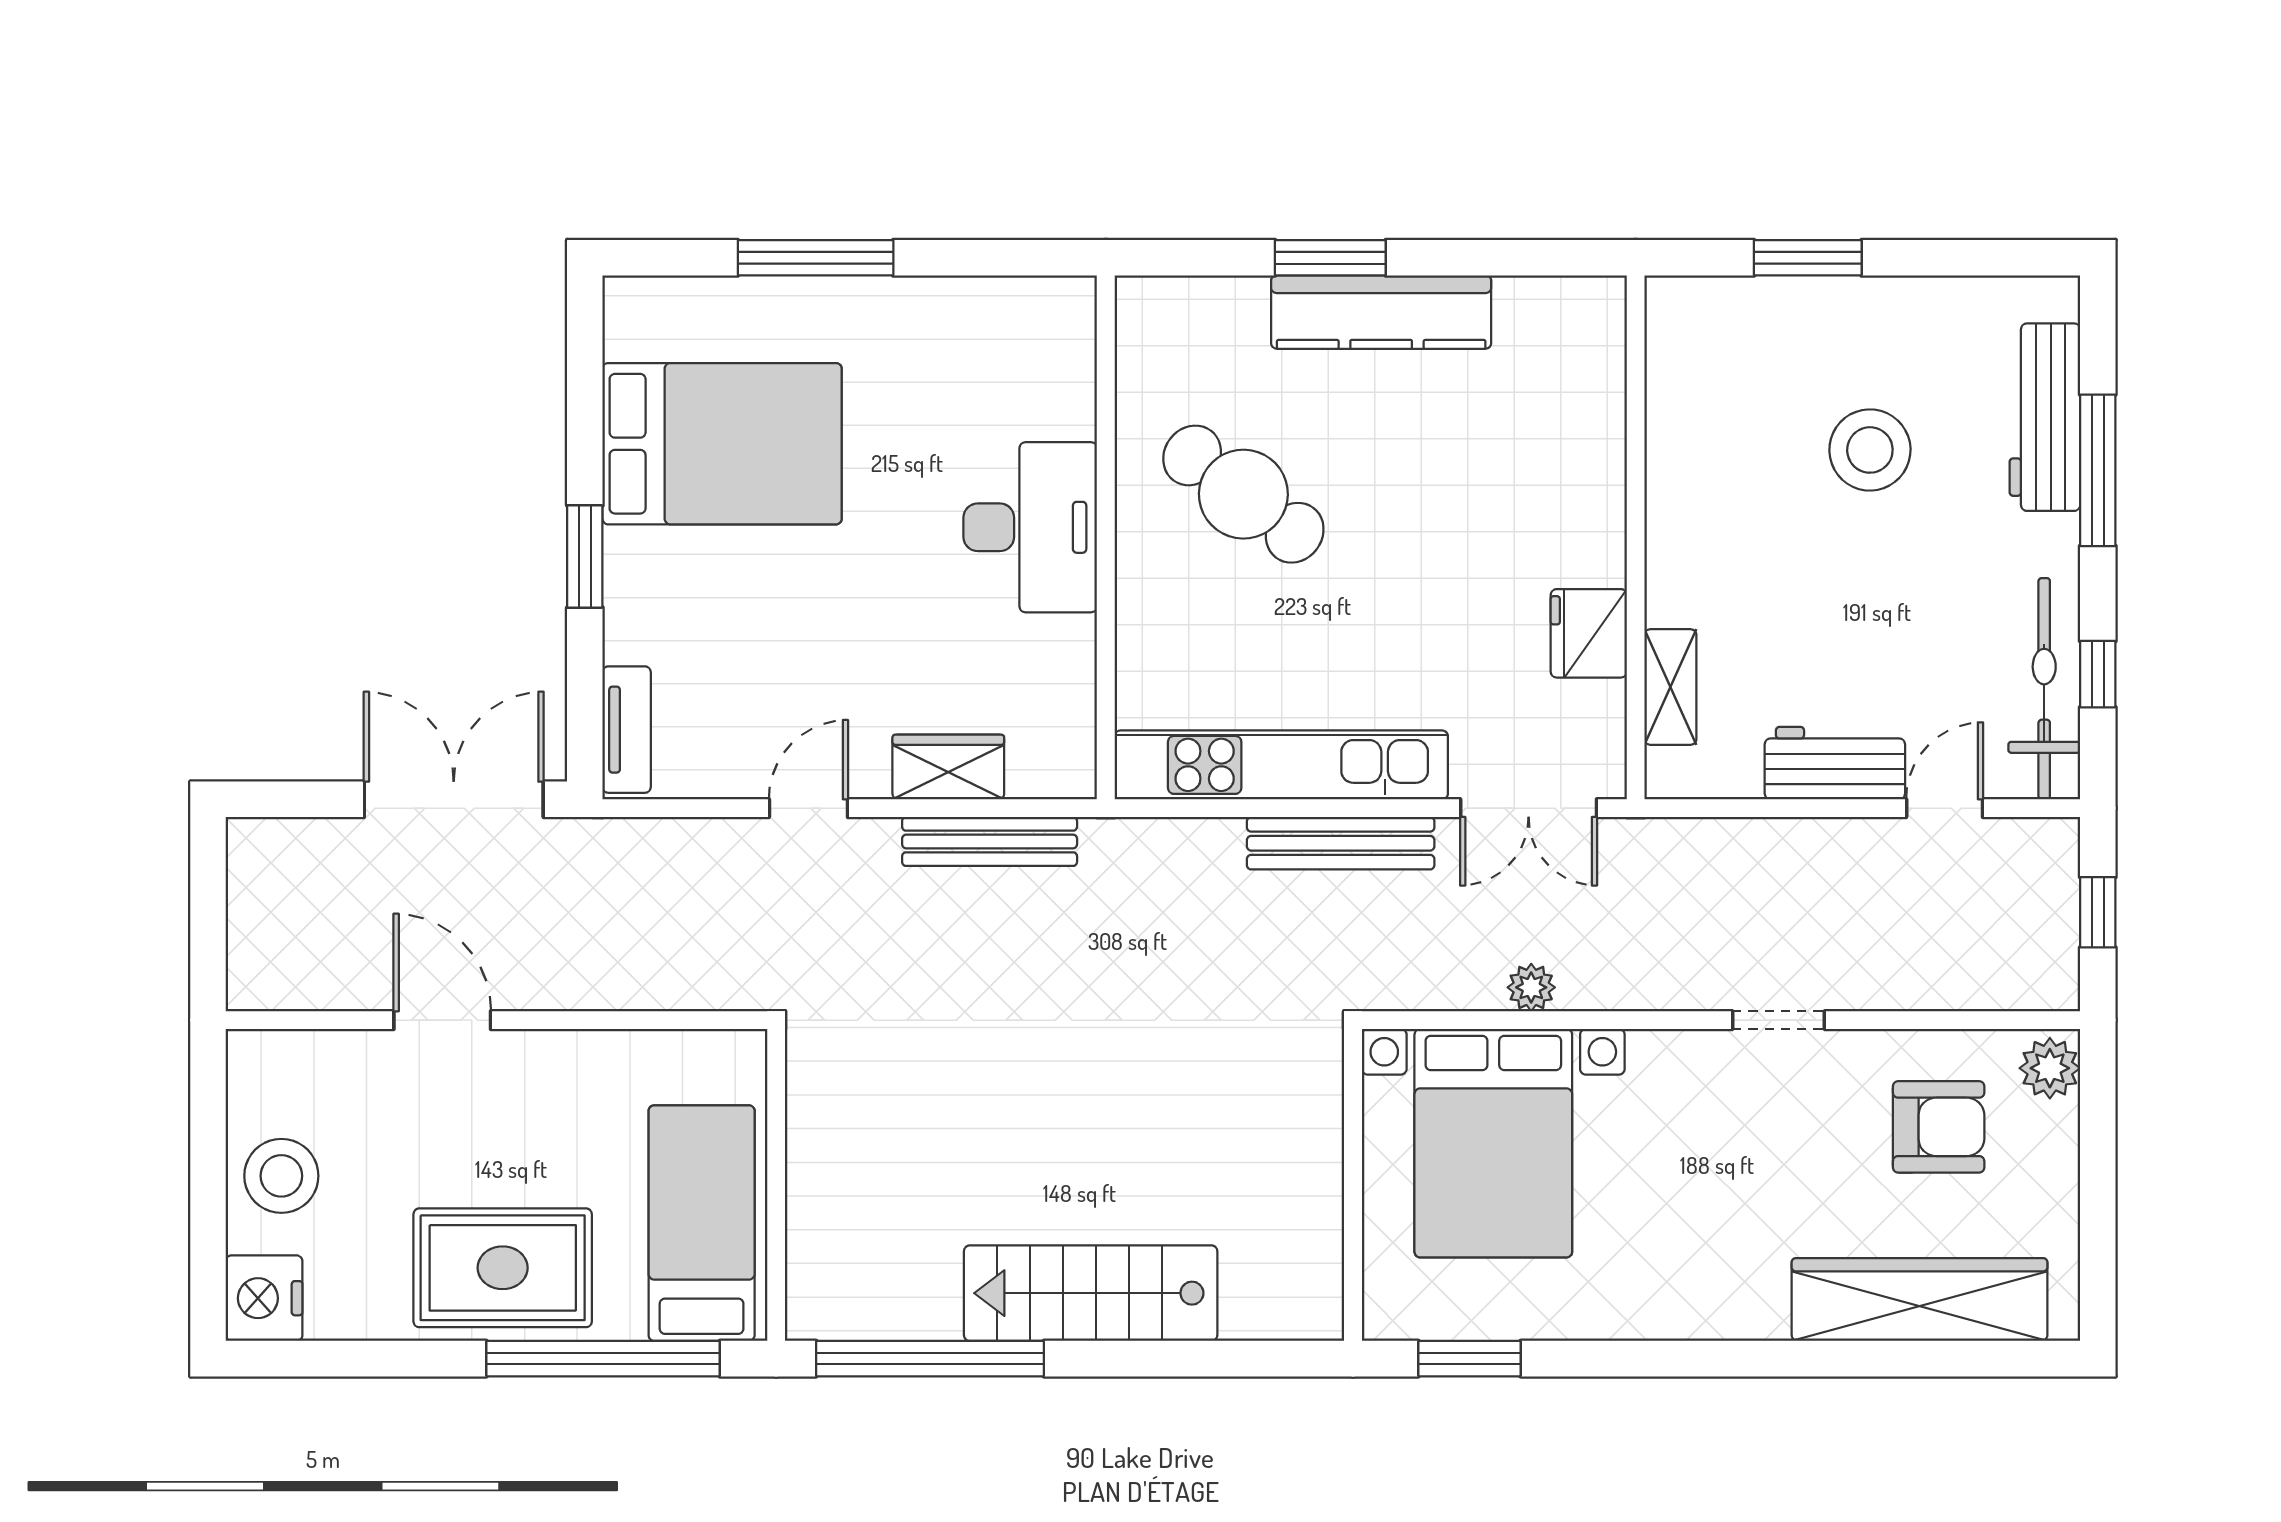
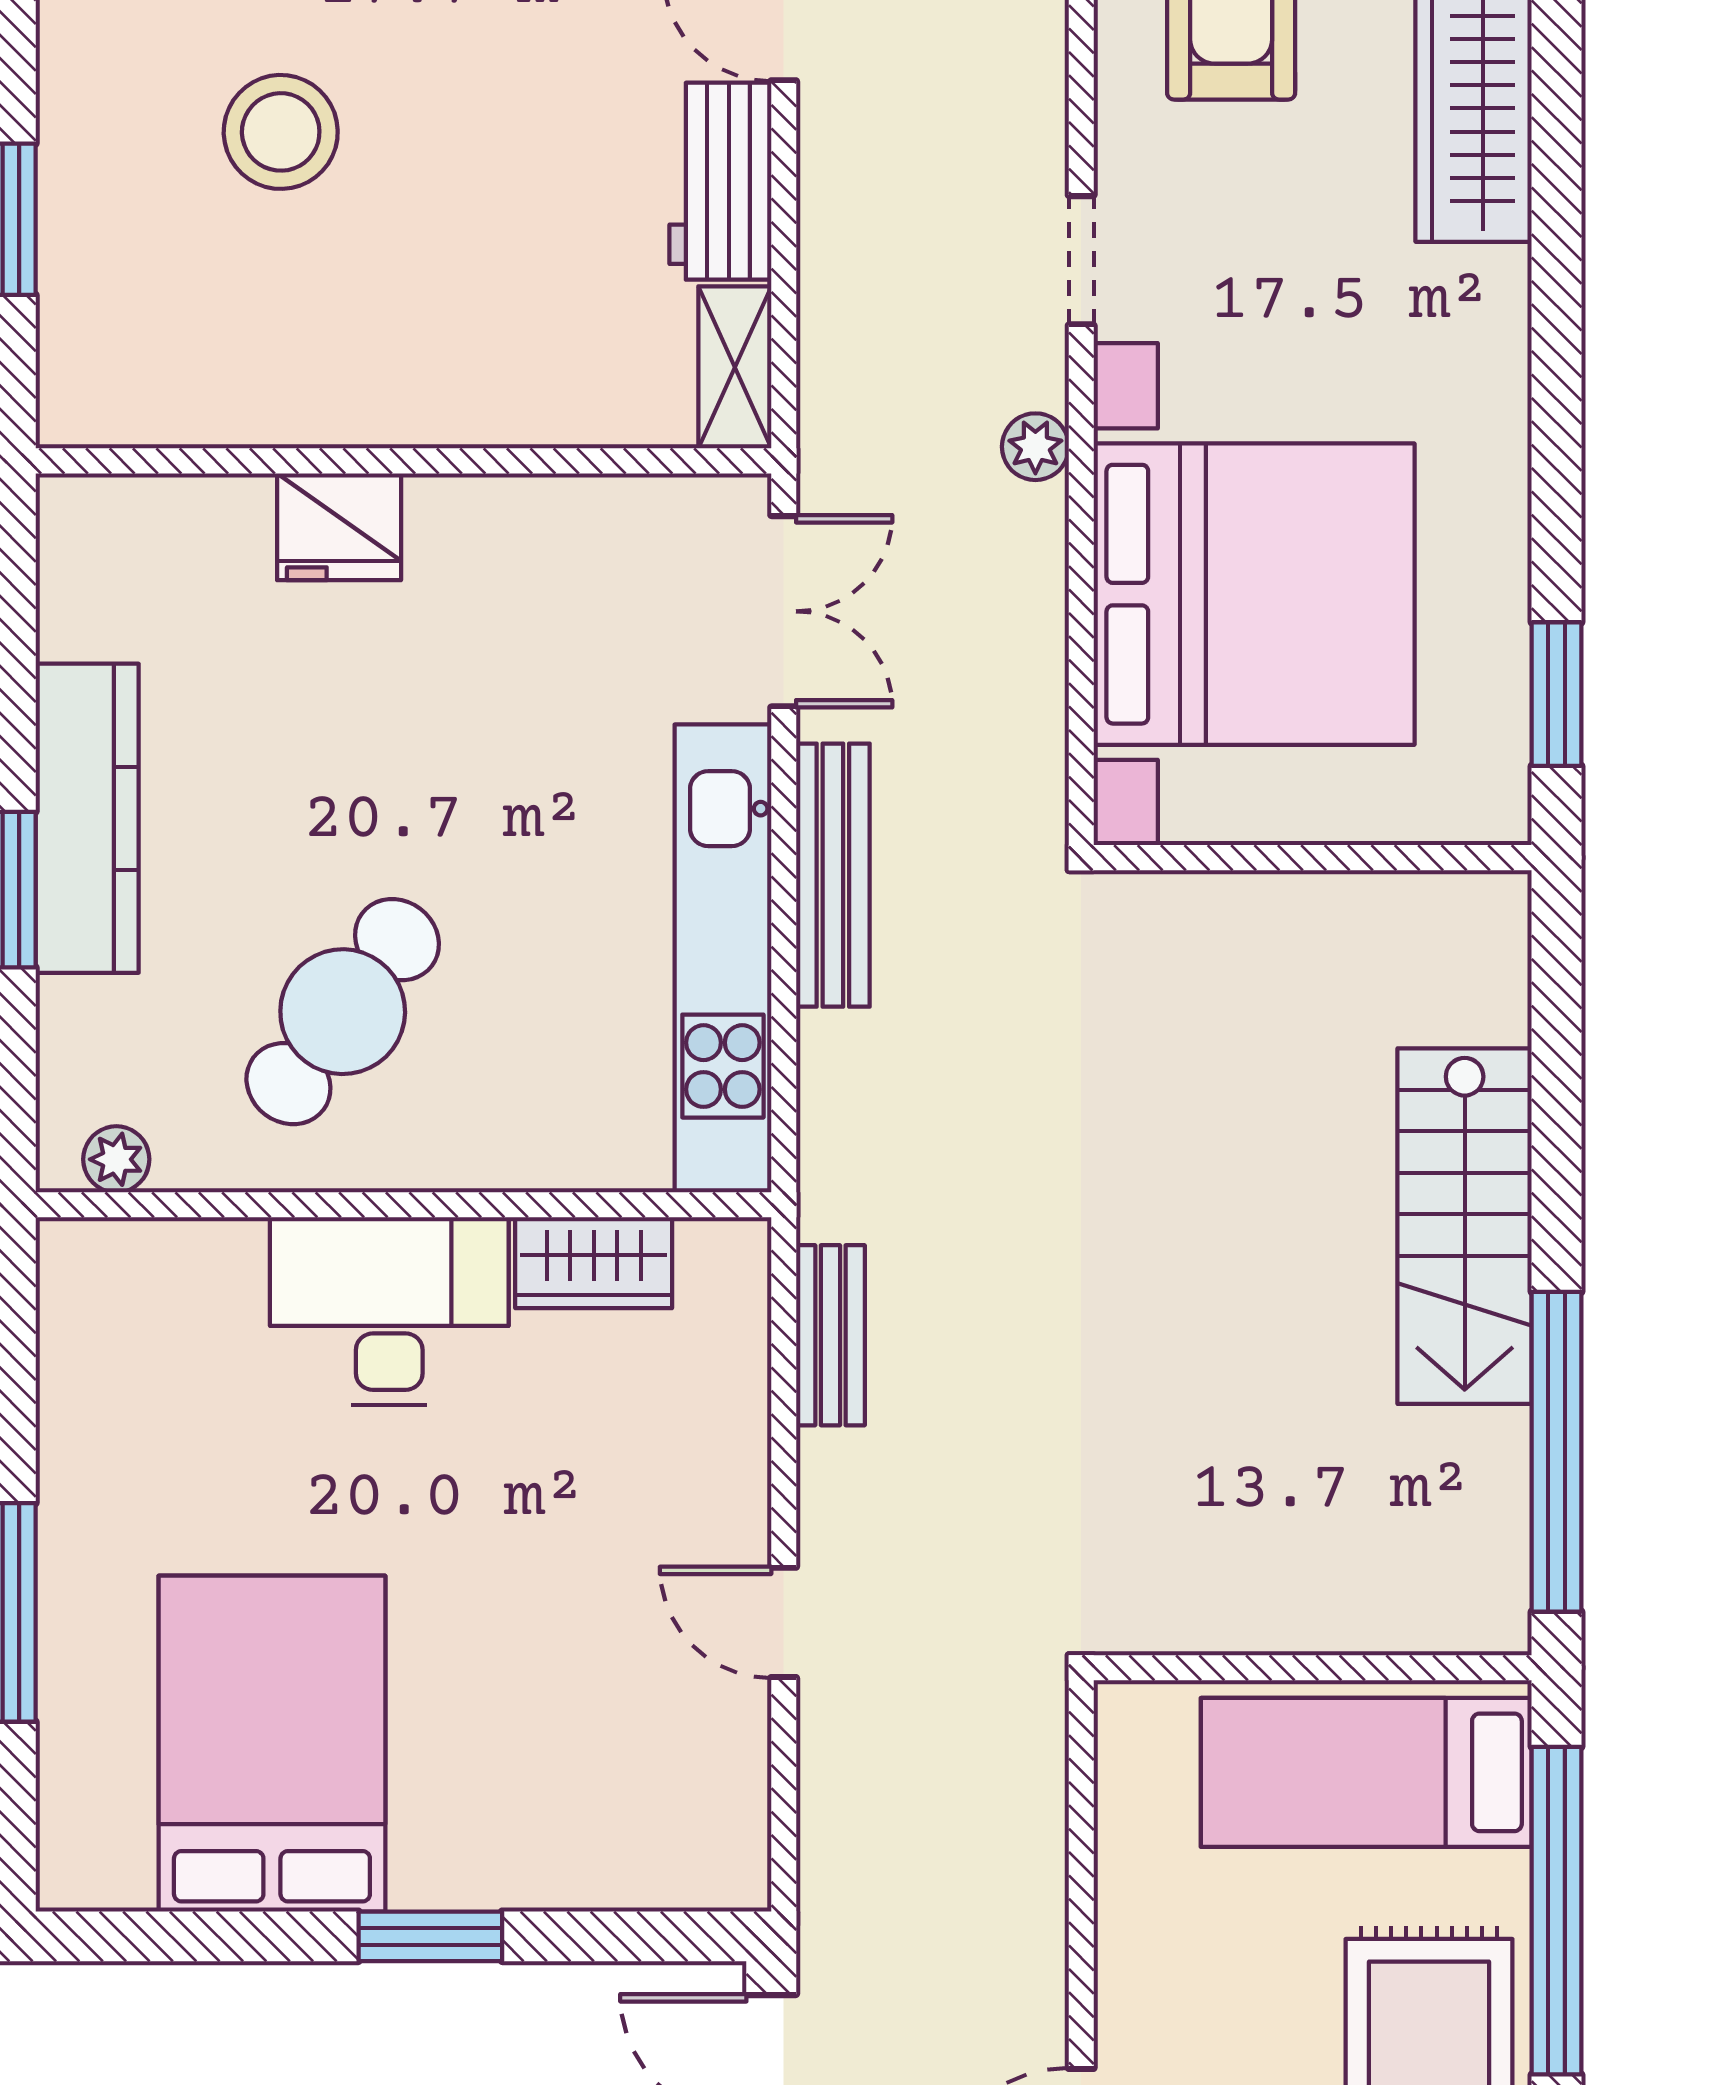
plant: (1138, 333) -> (116, 1159), added
fridge: (1589, 633) -> (339, 527), moved
shelving: (1670, 687) -> (735, 367), moved, turned 90
tv unit: (627, 730) -> (673, 1878), removed
wardrobe: (948, 767) -> (594, 1263), moved, turned -90
bench: (990, 841) -> (830, 1335), width x0.73
plant: (1531, 987) -> (1035, 447), moved
bed with nightstands: (1493, 1143) -> (1254, 594), width x1.36

